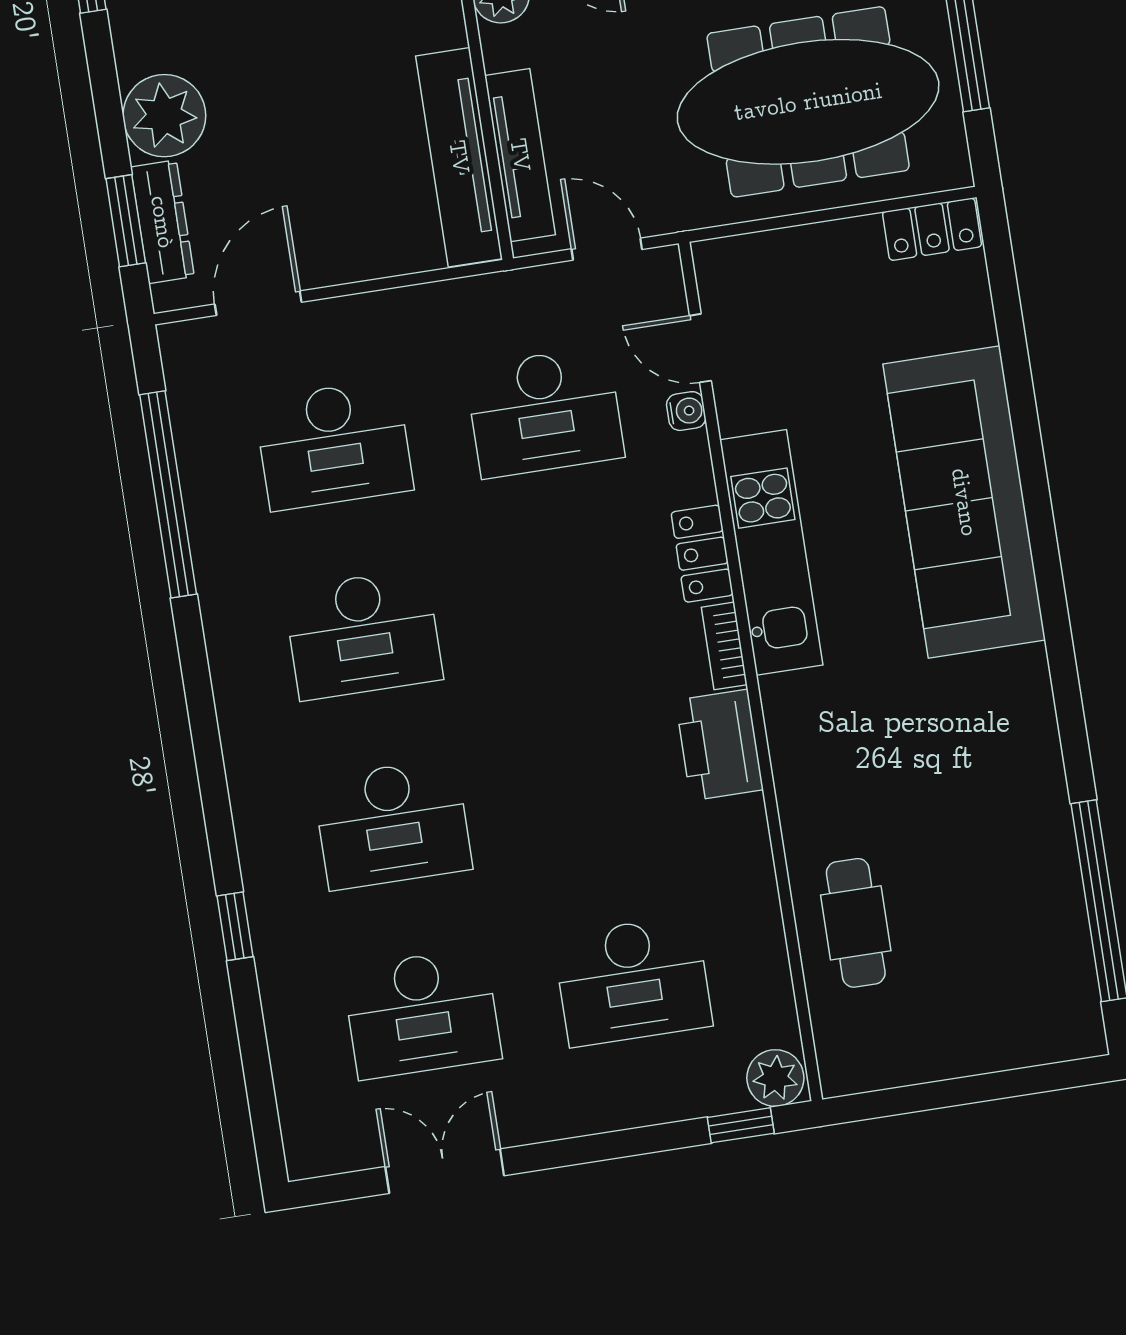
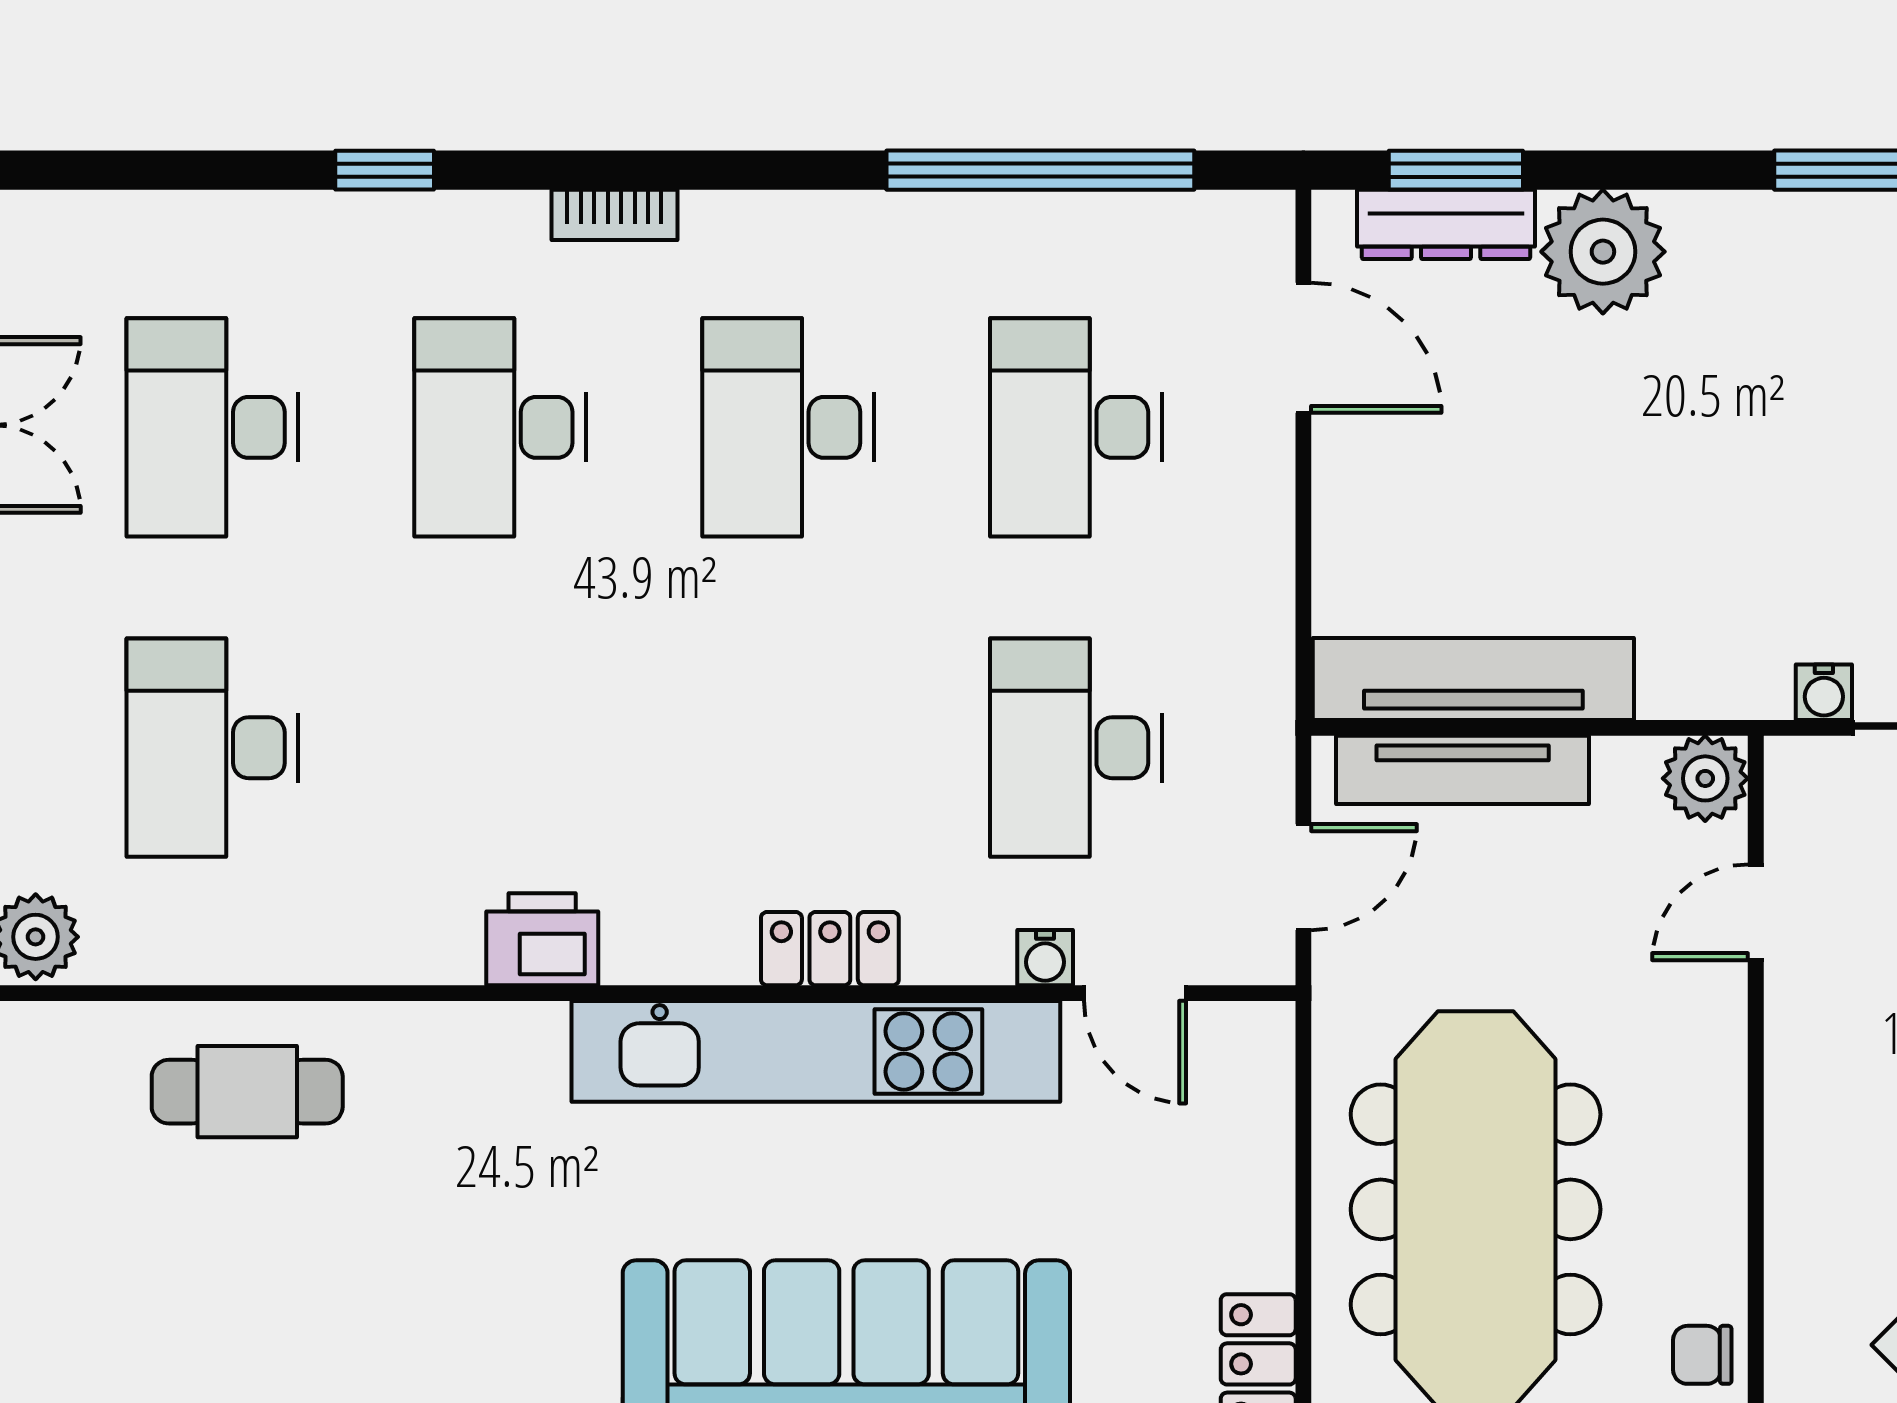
door: (700, 348) -> (1135, 993), swing flipped
kitchen unit: (771, 552) -> (816, 1051), width x1.36
bookcase: (724, 646) -> (614, 215), moved, turned 180
printer: (719, 745) -> (542, 939), width x0.73, depth x0.84

